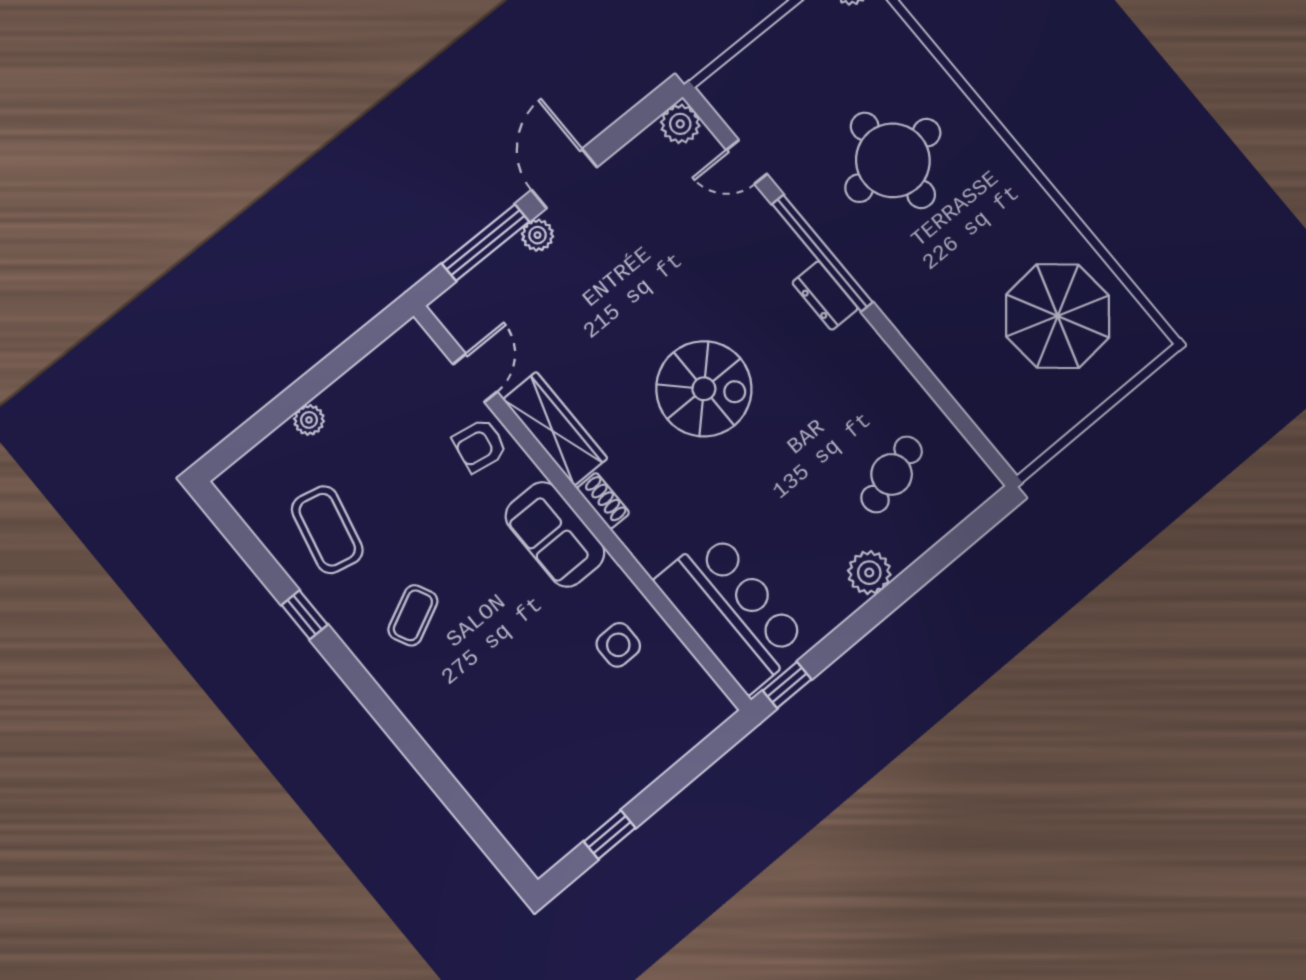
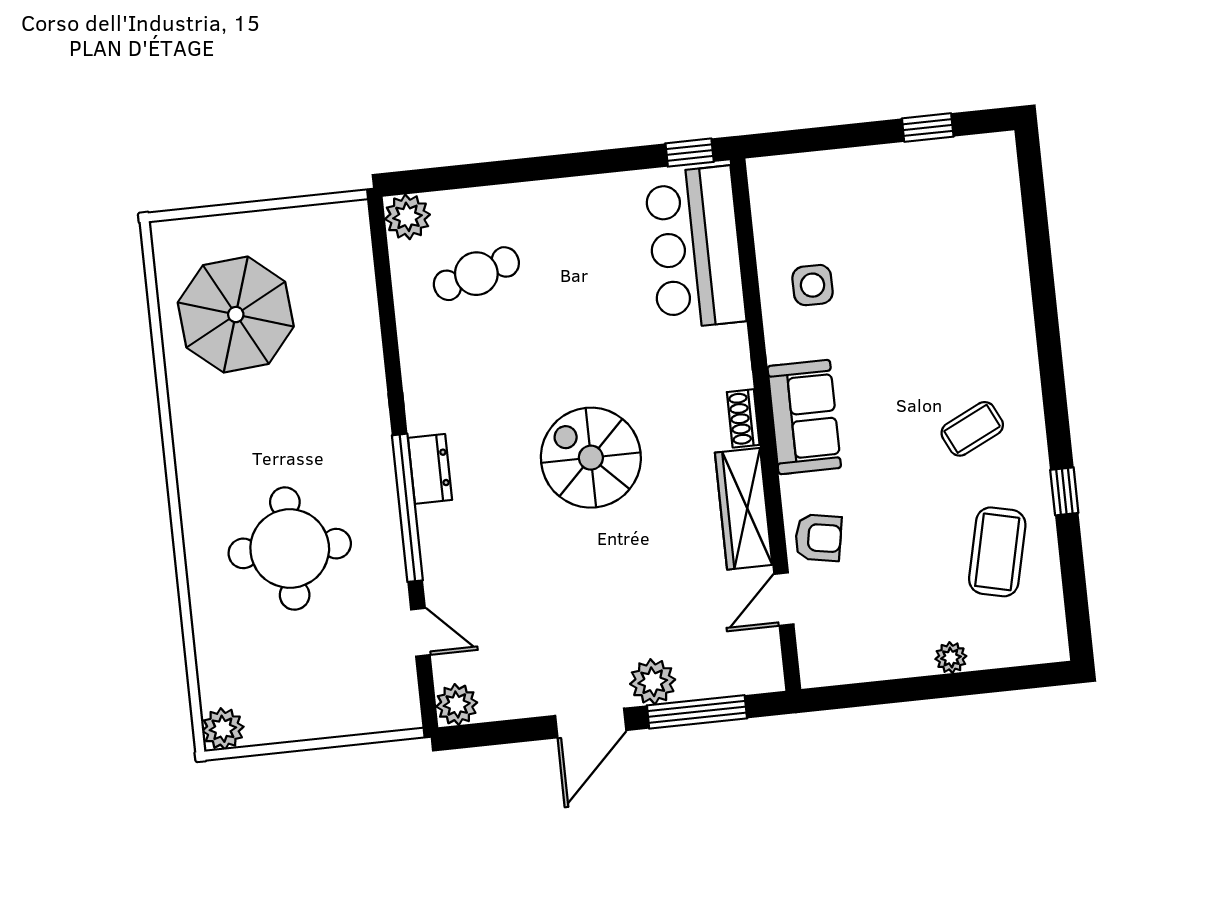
plant: (538, 235) -> (653, 682), width x1.38, depth x1.38
plant: (869, 573) -> (407, 217), moved

